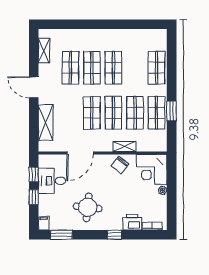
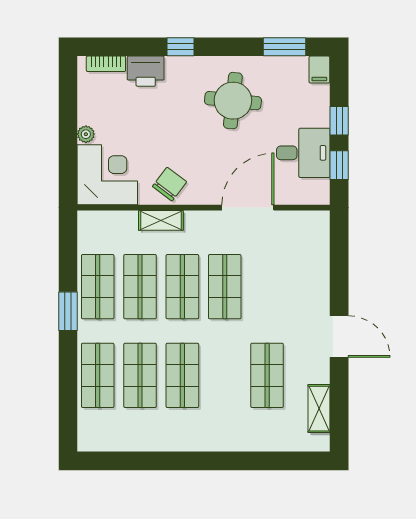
shop shelf: (92, 68) -> (140, 375), moved
window: (172, 111) -> (68, 311), moved
shelving: (46, 122) -> (316, 268), removed

